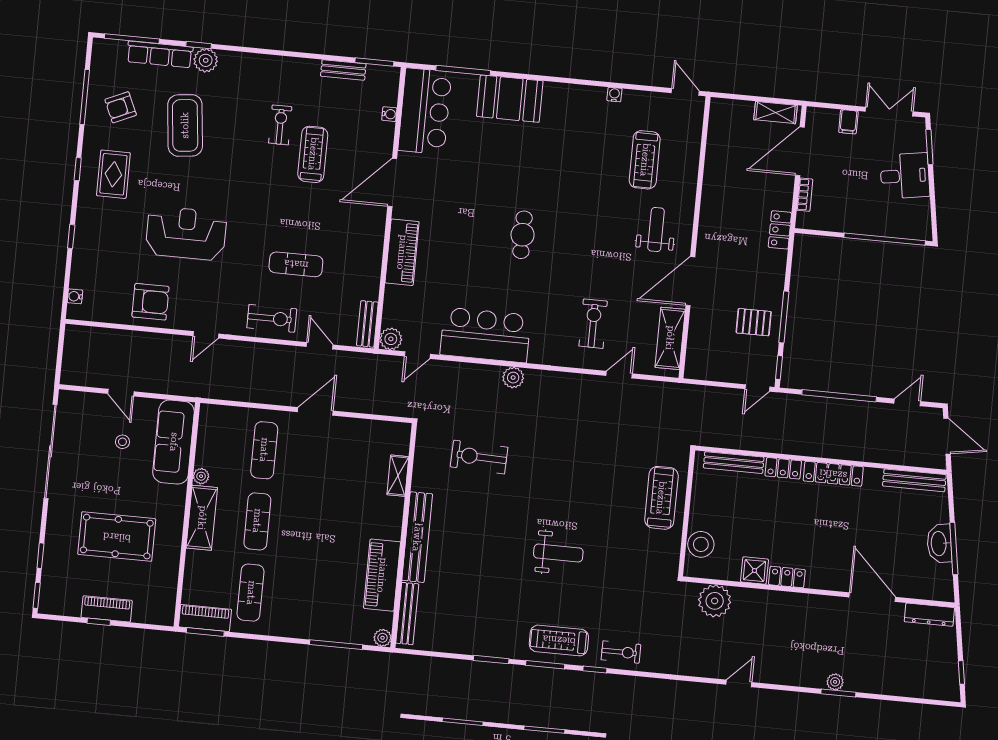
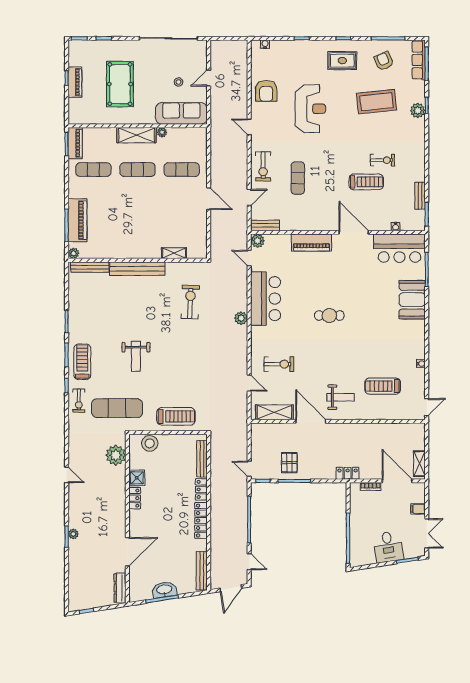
row of seats: (160, 54) -> (419, 60), moved
piano: (382, 575) -> (77, 220), moved, turned 90
exercise mat: (639, 592) -> (117, 408), added

